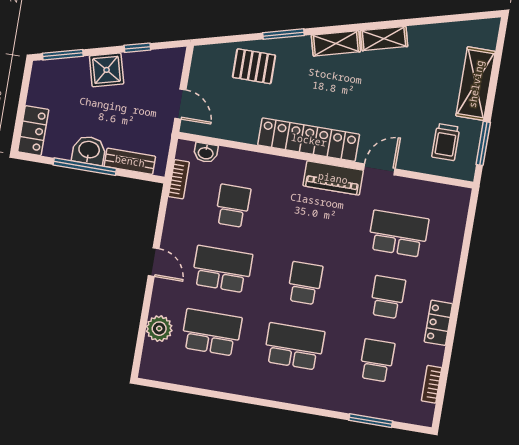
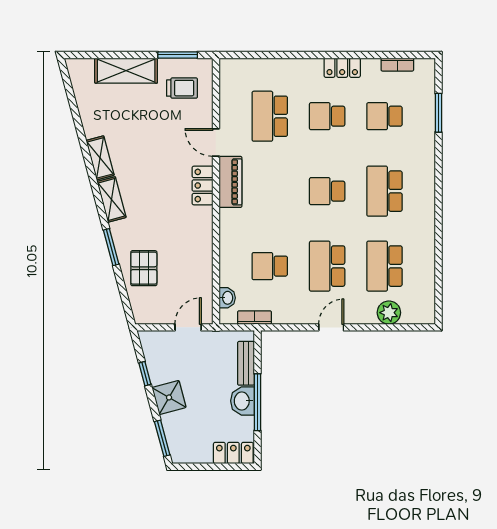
locker: (309, 140) -> (202, 186), width x0.46, depth x0.83

